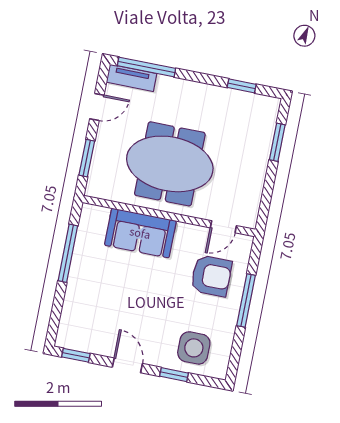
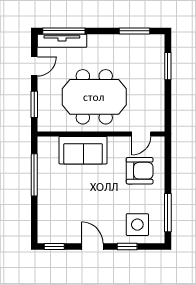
tv unit: (132, 78) -> (62, 41), width x1.41
window: (242, 86) -> (134, 31), width x1.50
window: (246, 300) -> (168, 213), moved

